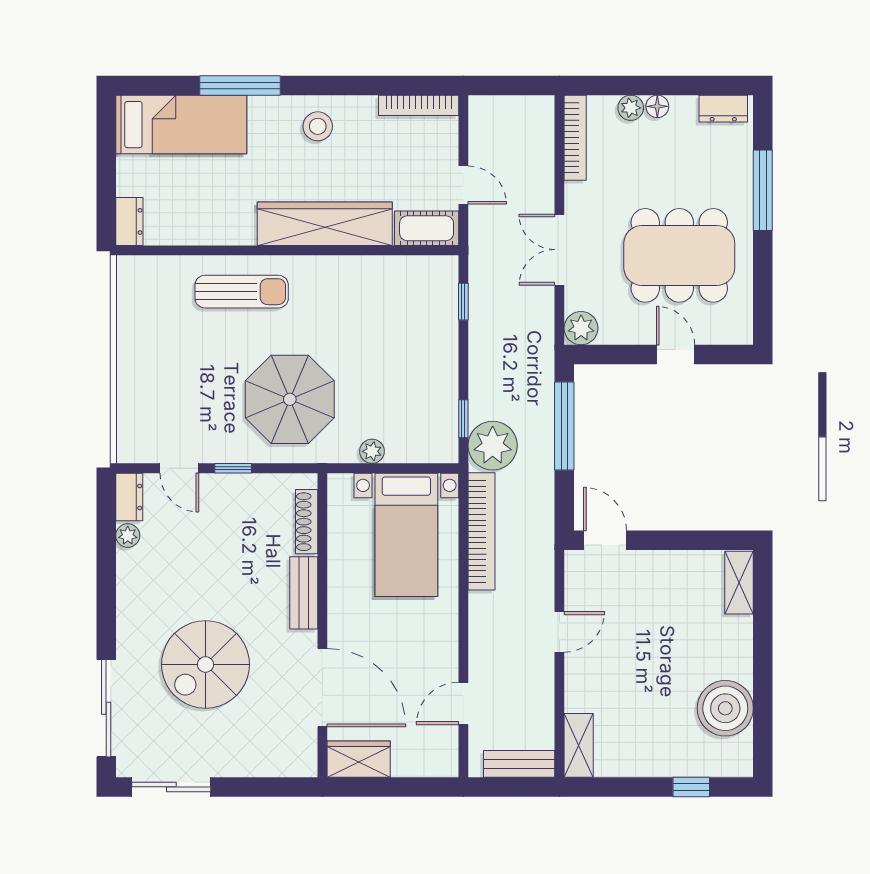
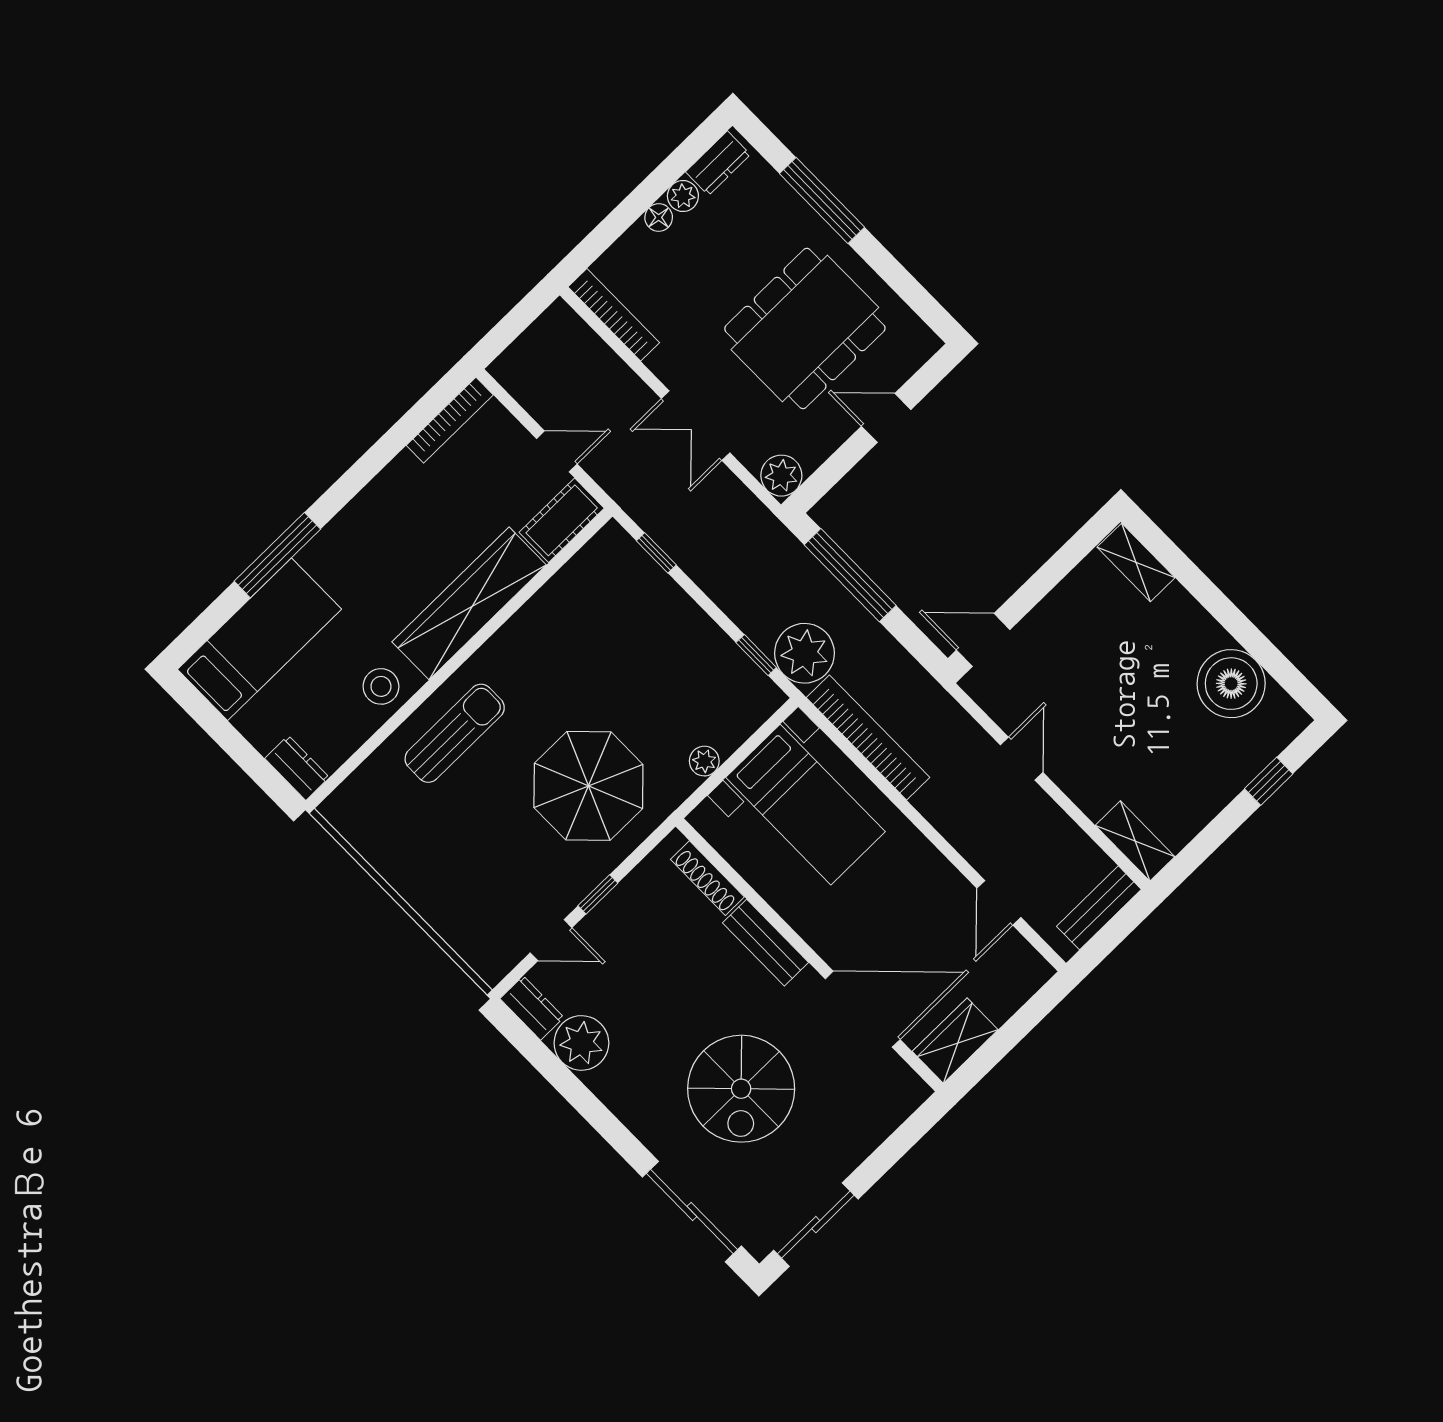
plant: (631, 108) -> (683, 196), moved
stool: (318, 126) -> (381, 686), moved
plant: (128, 536) -> (581, 1043), width x1.87, depth x1.87

